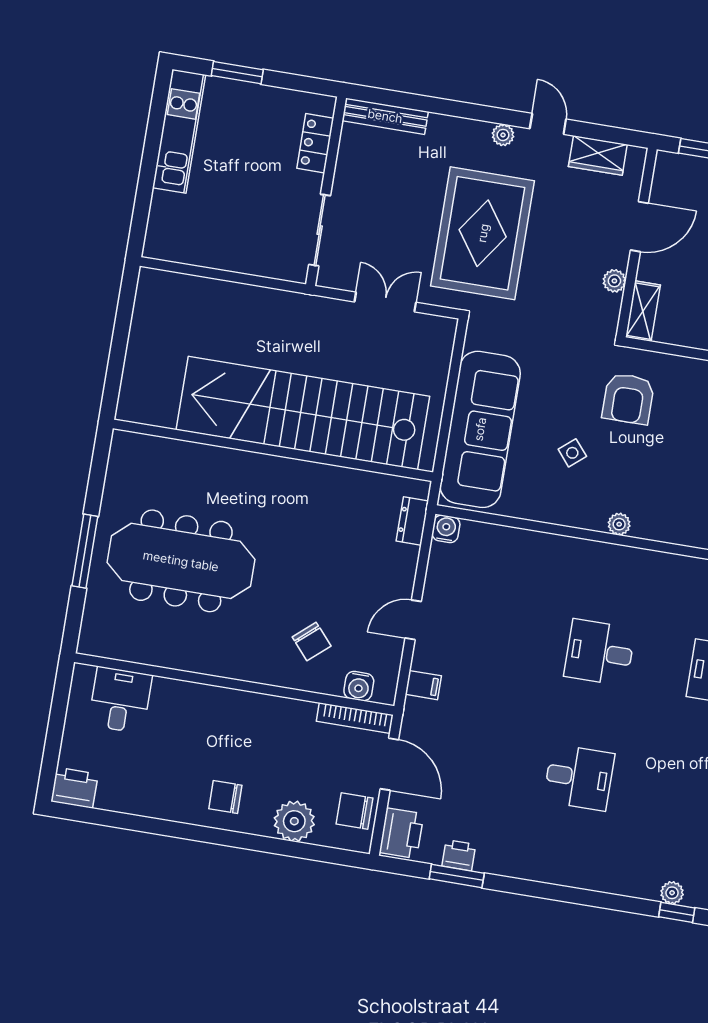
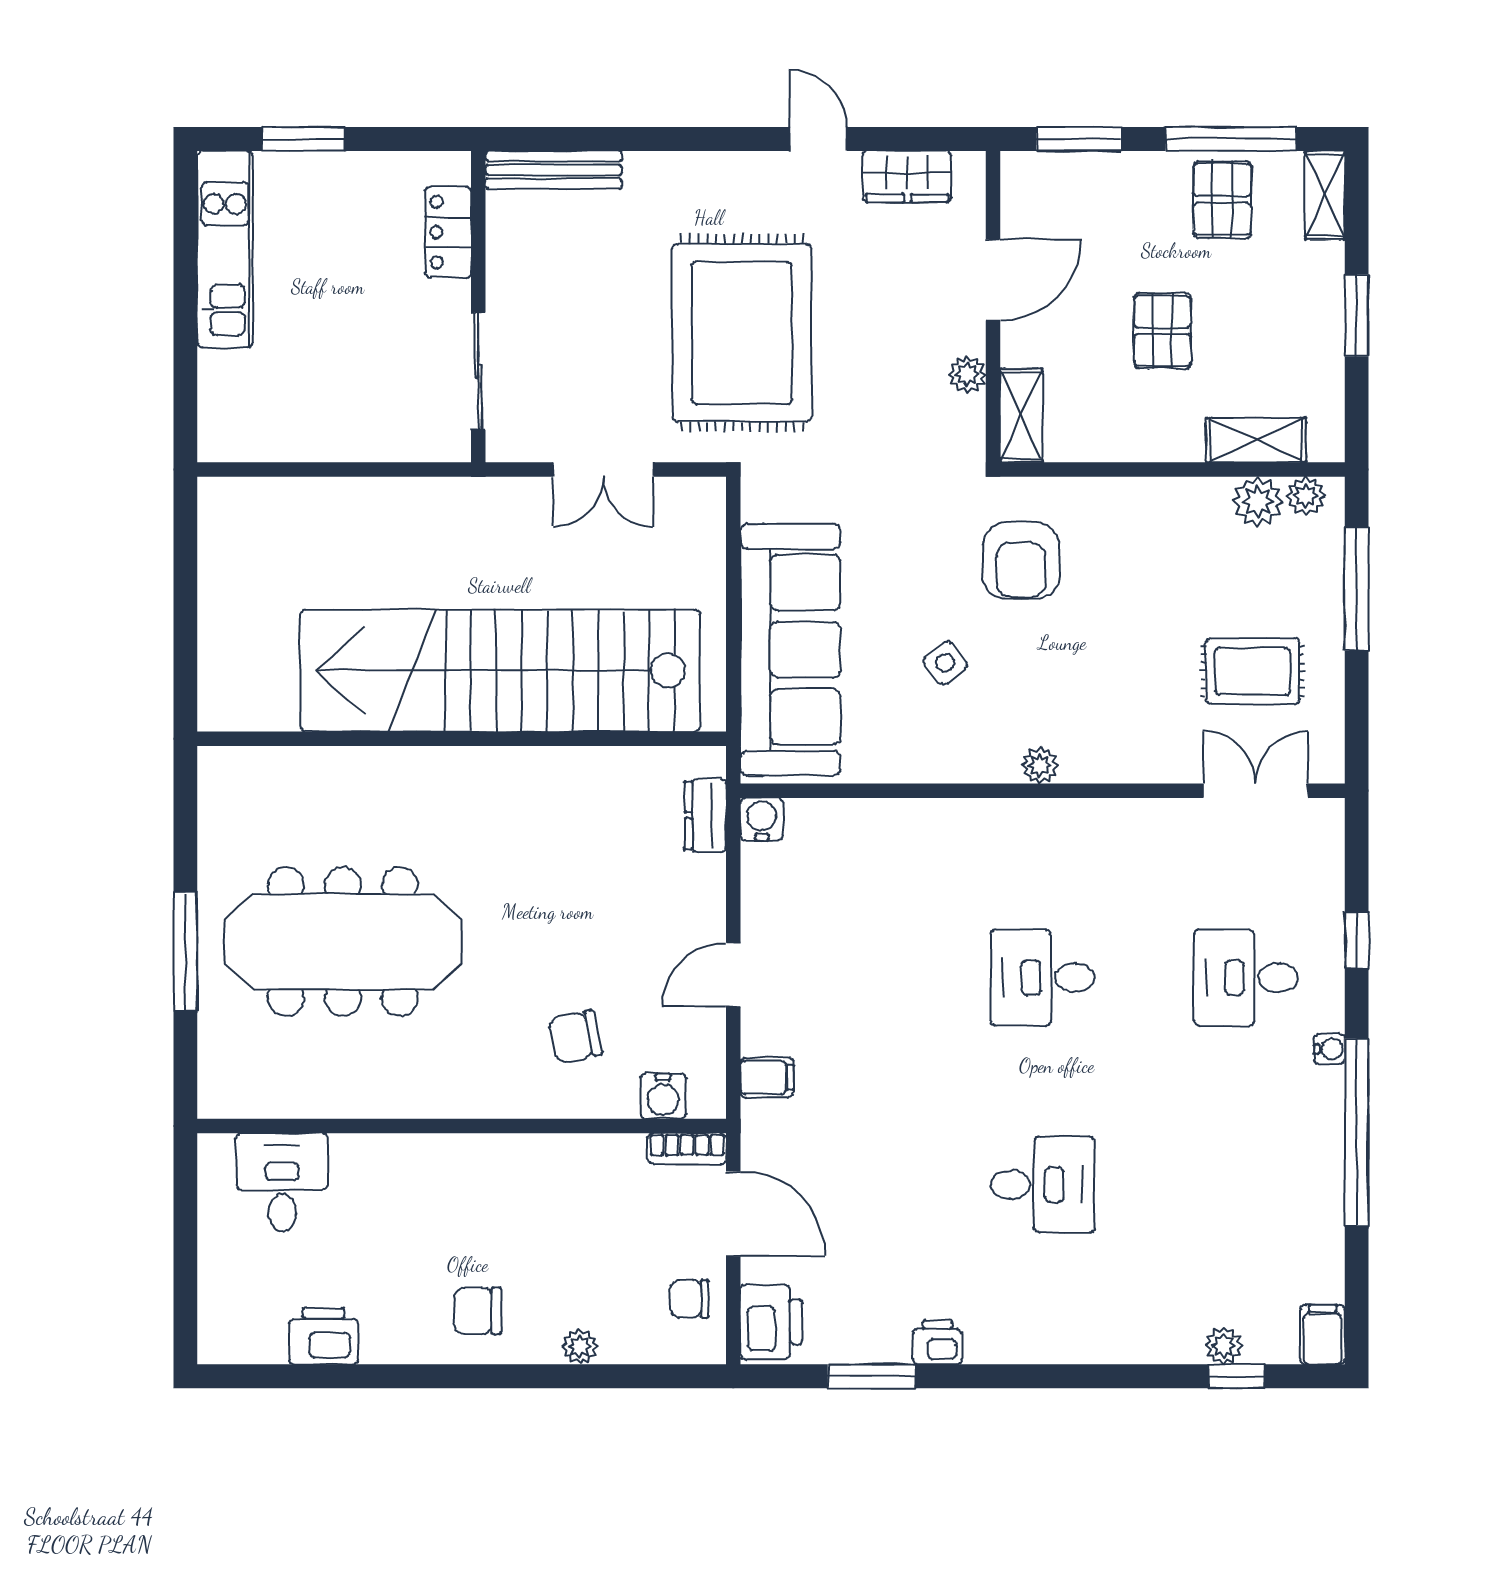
plant: (503, 135) -> (749, 169), removed
double door: (385, 302) -> (603, 470), swing flipped
chair: (312, 642) -> (575, 1037), turned 118
bookcase: (355, 718) -> (687, 1149), width x0.64
printer: (75, 788) -> (323, 1336), moved
chair: (354, 811) -> (690, 1299), width x0.73, depth x0.73
plant: (294, 821) -> (580, 1347), width x0.53, depth x0.53
printer: (459, 855) -> (938, 1342), moved

